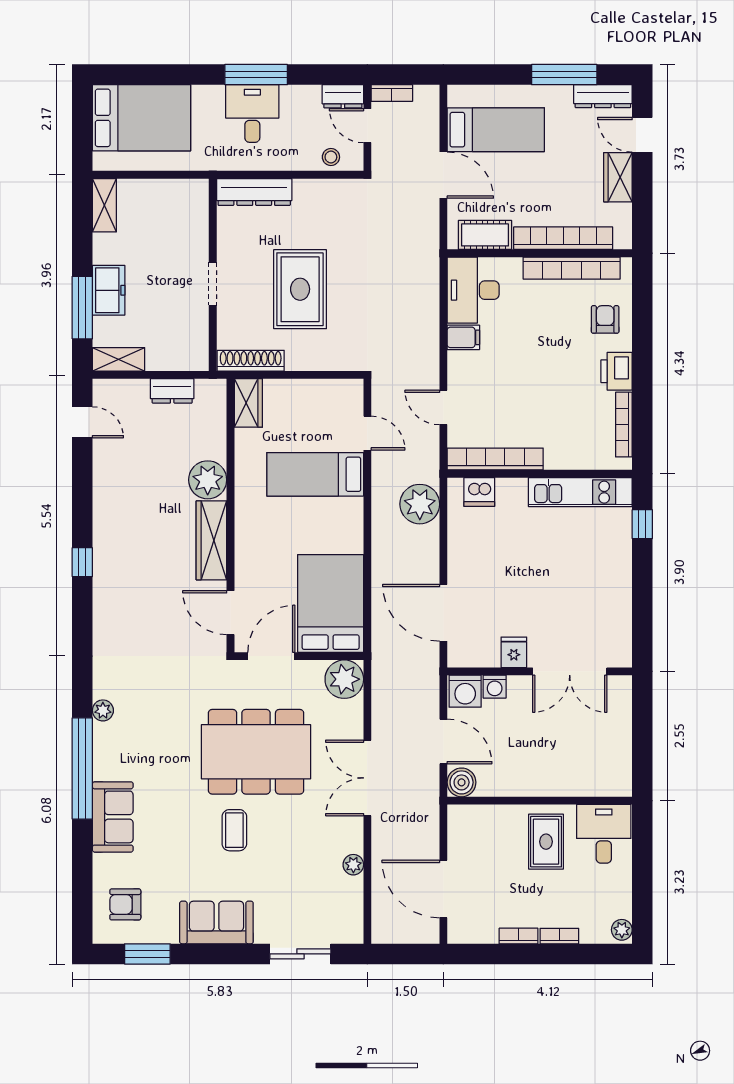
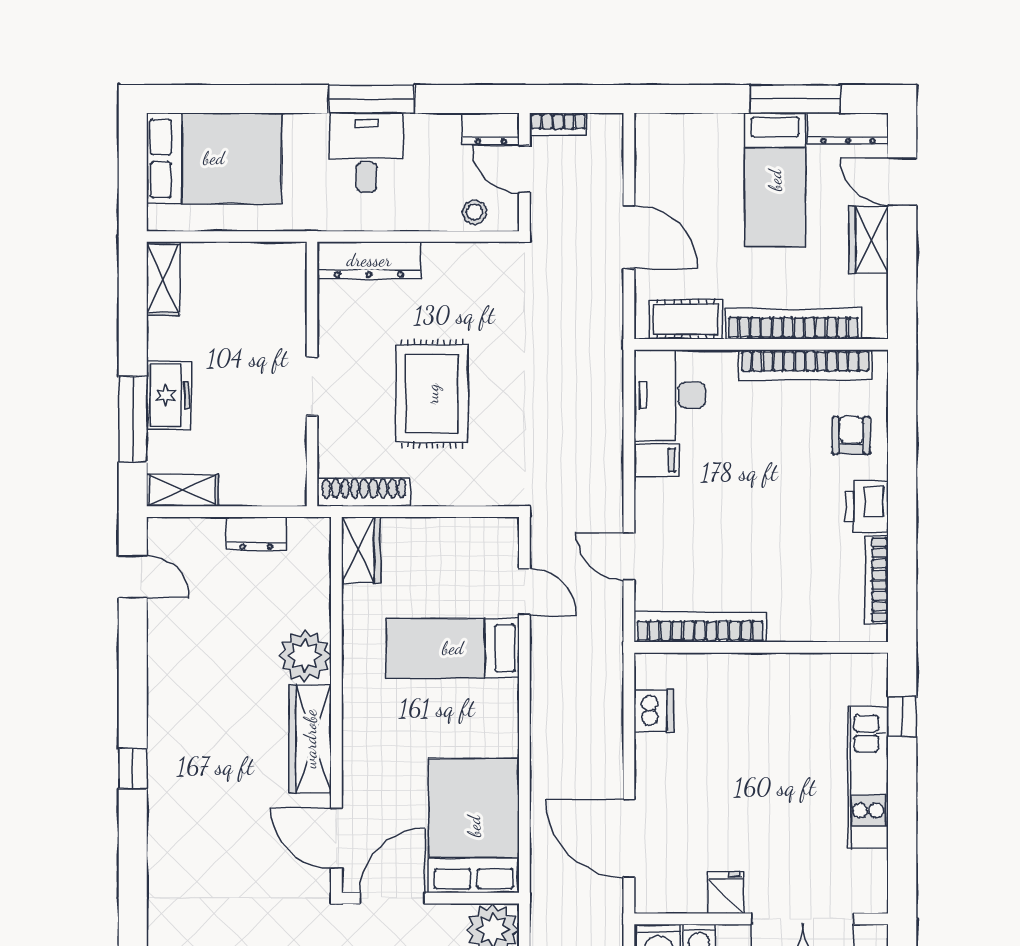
bed: (496, 130) -> (775, 180), moved, turned 90
dishwasher: (479, 492) -> (654, 711), moved, turned -90
kitchen unit: (580, 492) -> (868, 778), moved, turned 90
plant: (420, 504) -> (596, 689), removed

